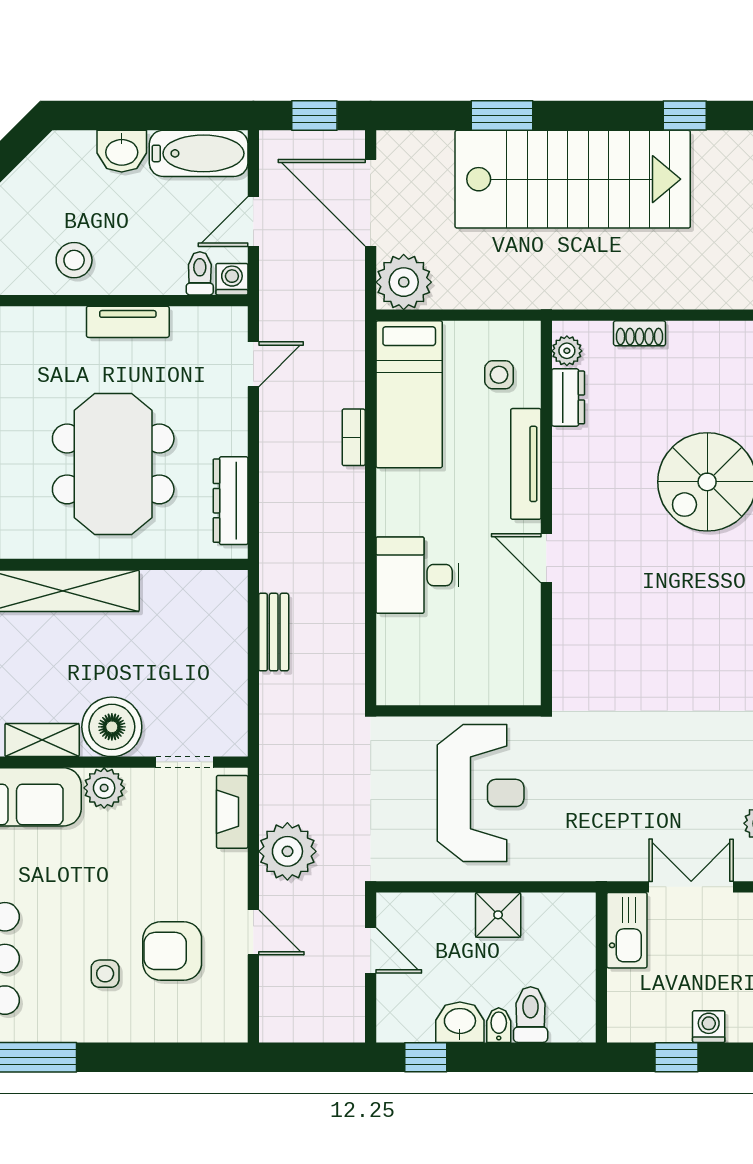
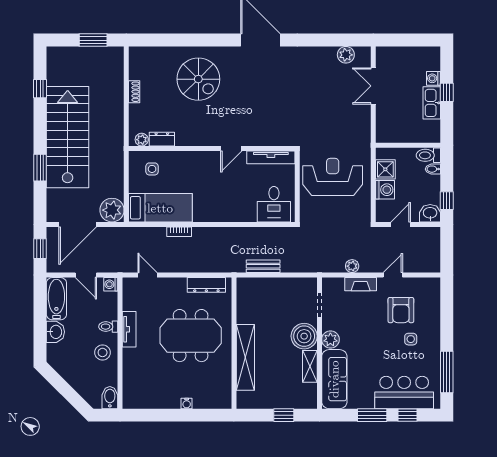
toilet: (200, 273) -> (108, 327), moved
shoe rack: (640, 333) -> (134, 92), moved
tv unit: (526, 464) -> (271, 157), moved
desk: (417, 575) -> (274, 204), moved
fireplace: (232, 812) -> (361, 284), moved
plant: (287, 851) -> (352, 266), width x0.53, depth x0.53
washing machine: (451, 914) -> (385, 190), added
kitchen sink: (627, 930) -> (432, 103), moved, turned -90
wall: (601, 967) -> (408, 145), moved
washbasin: (460, 1022) -> (430, 213), moved, turned 90

